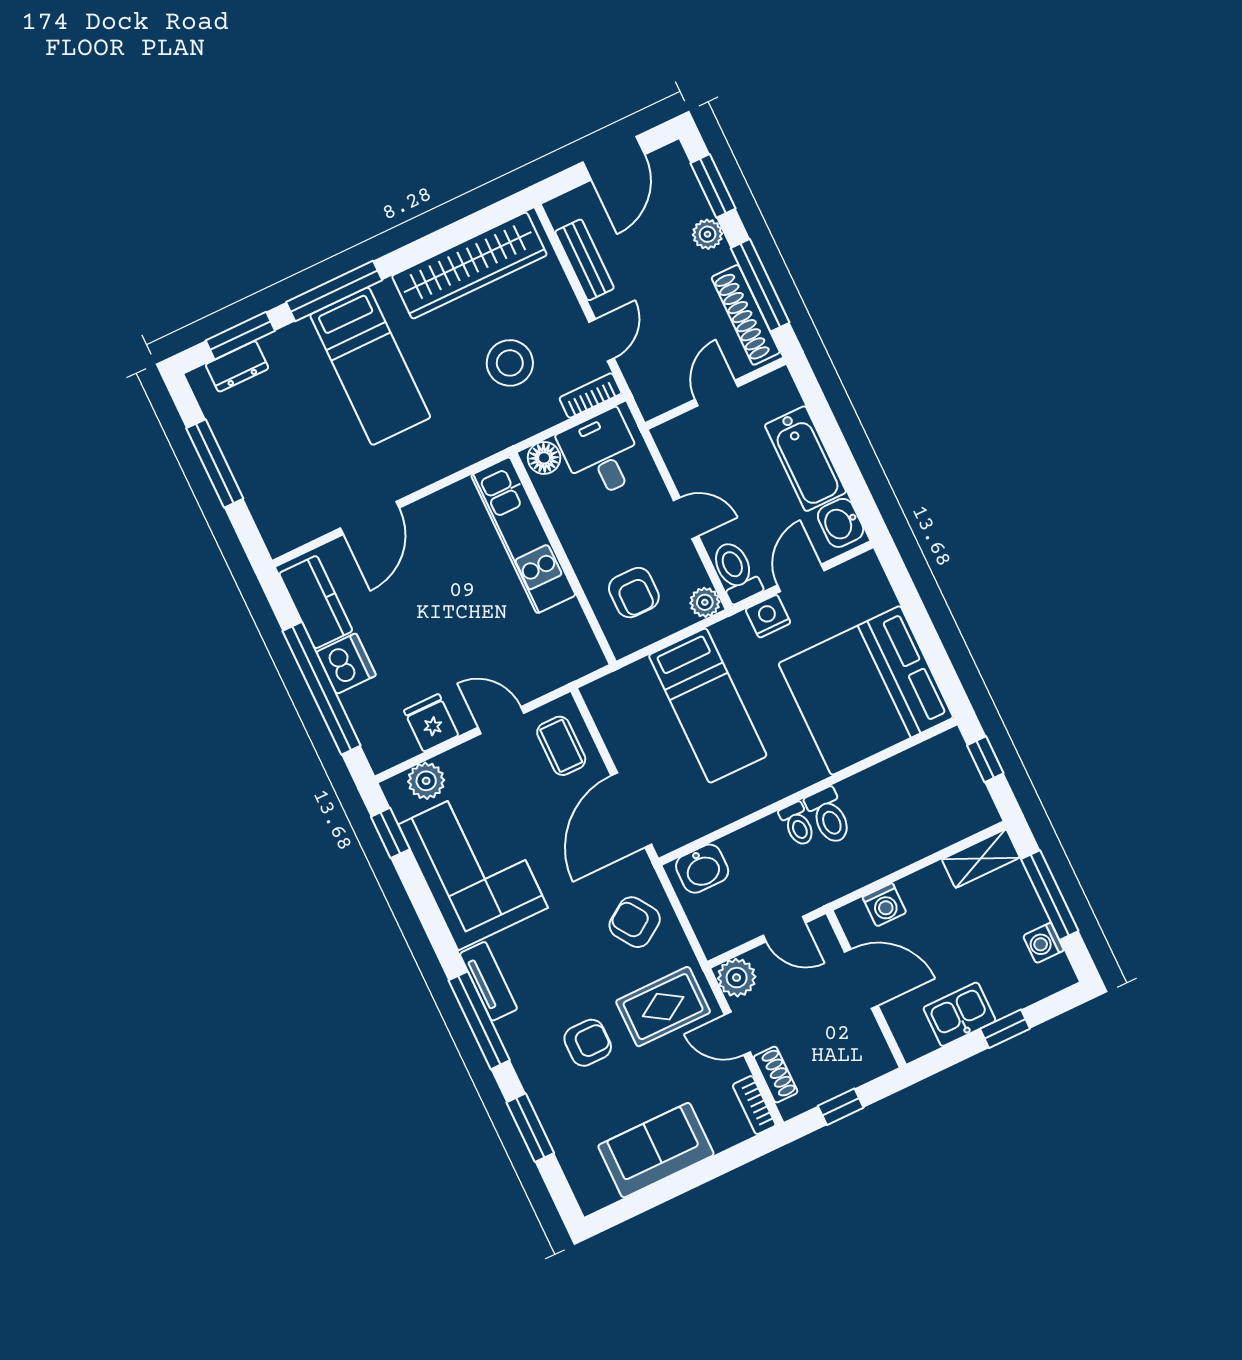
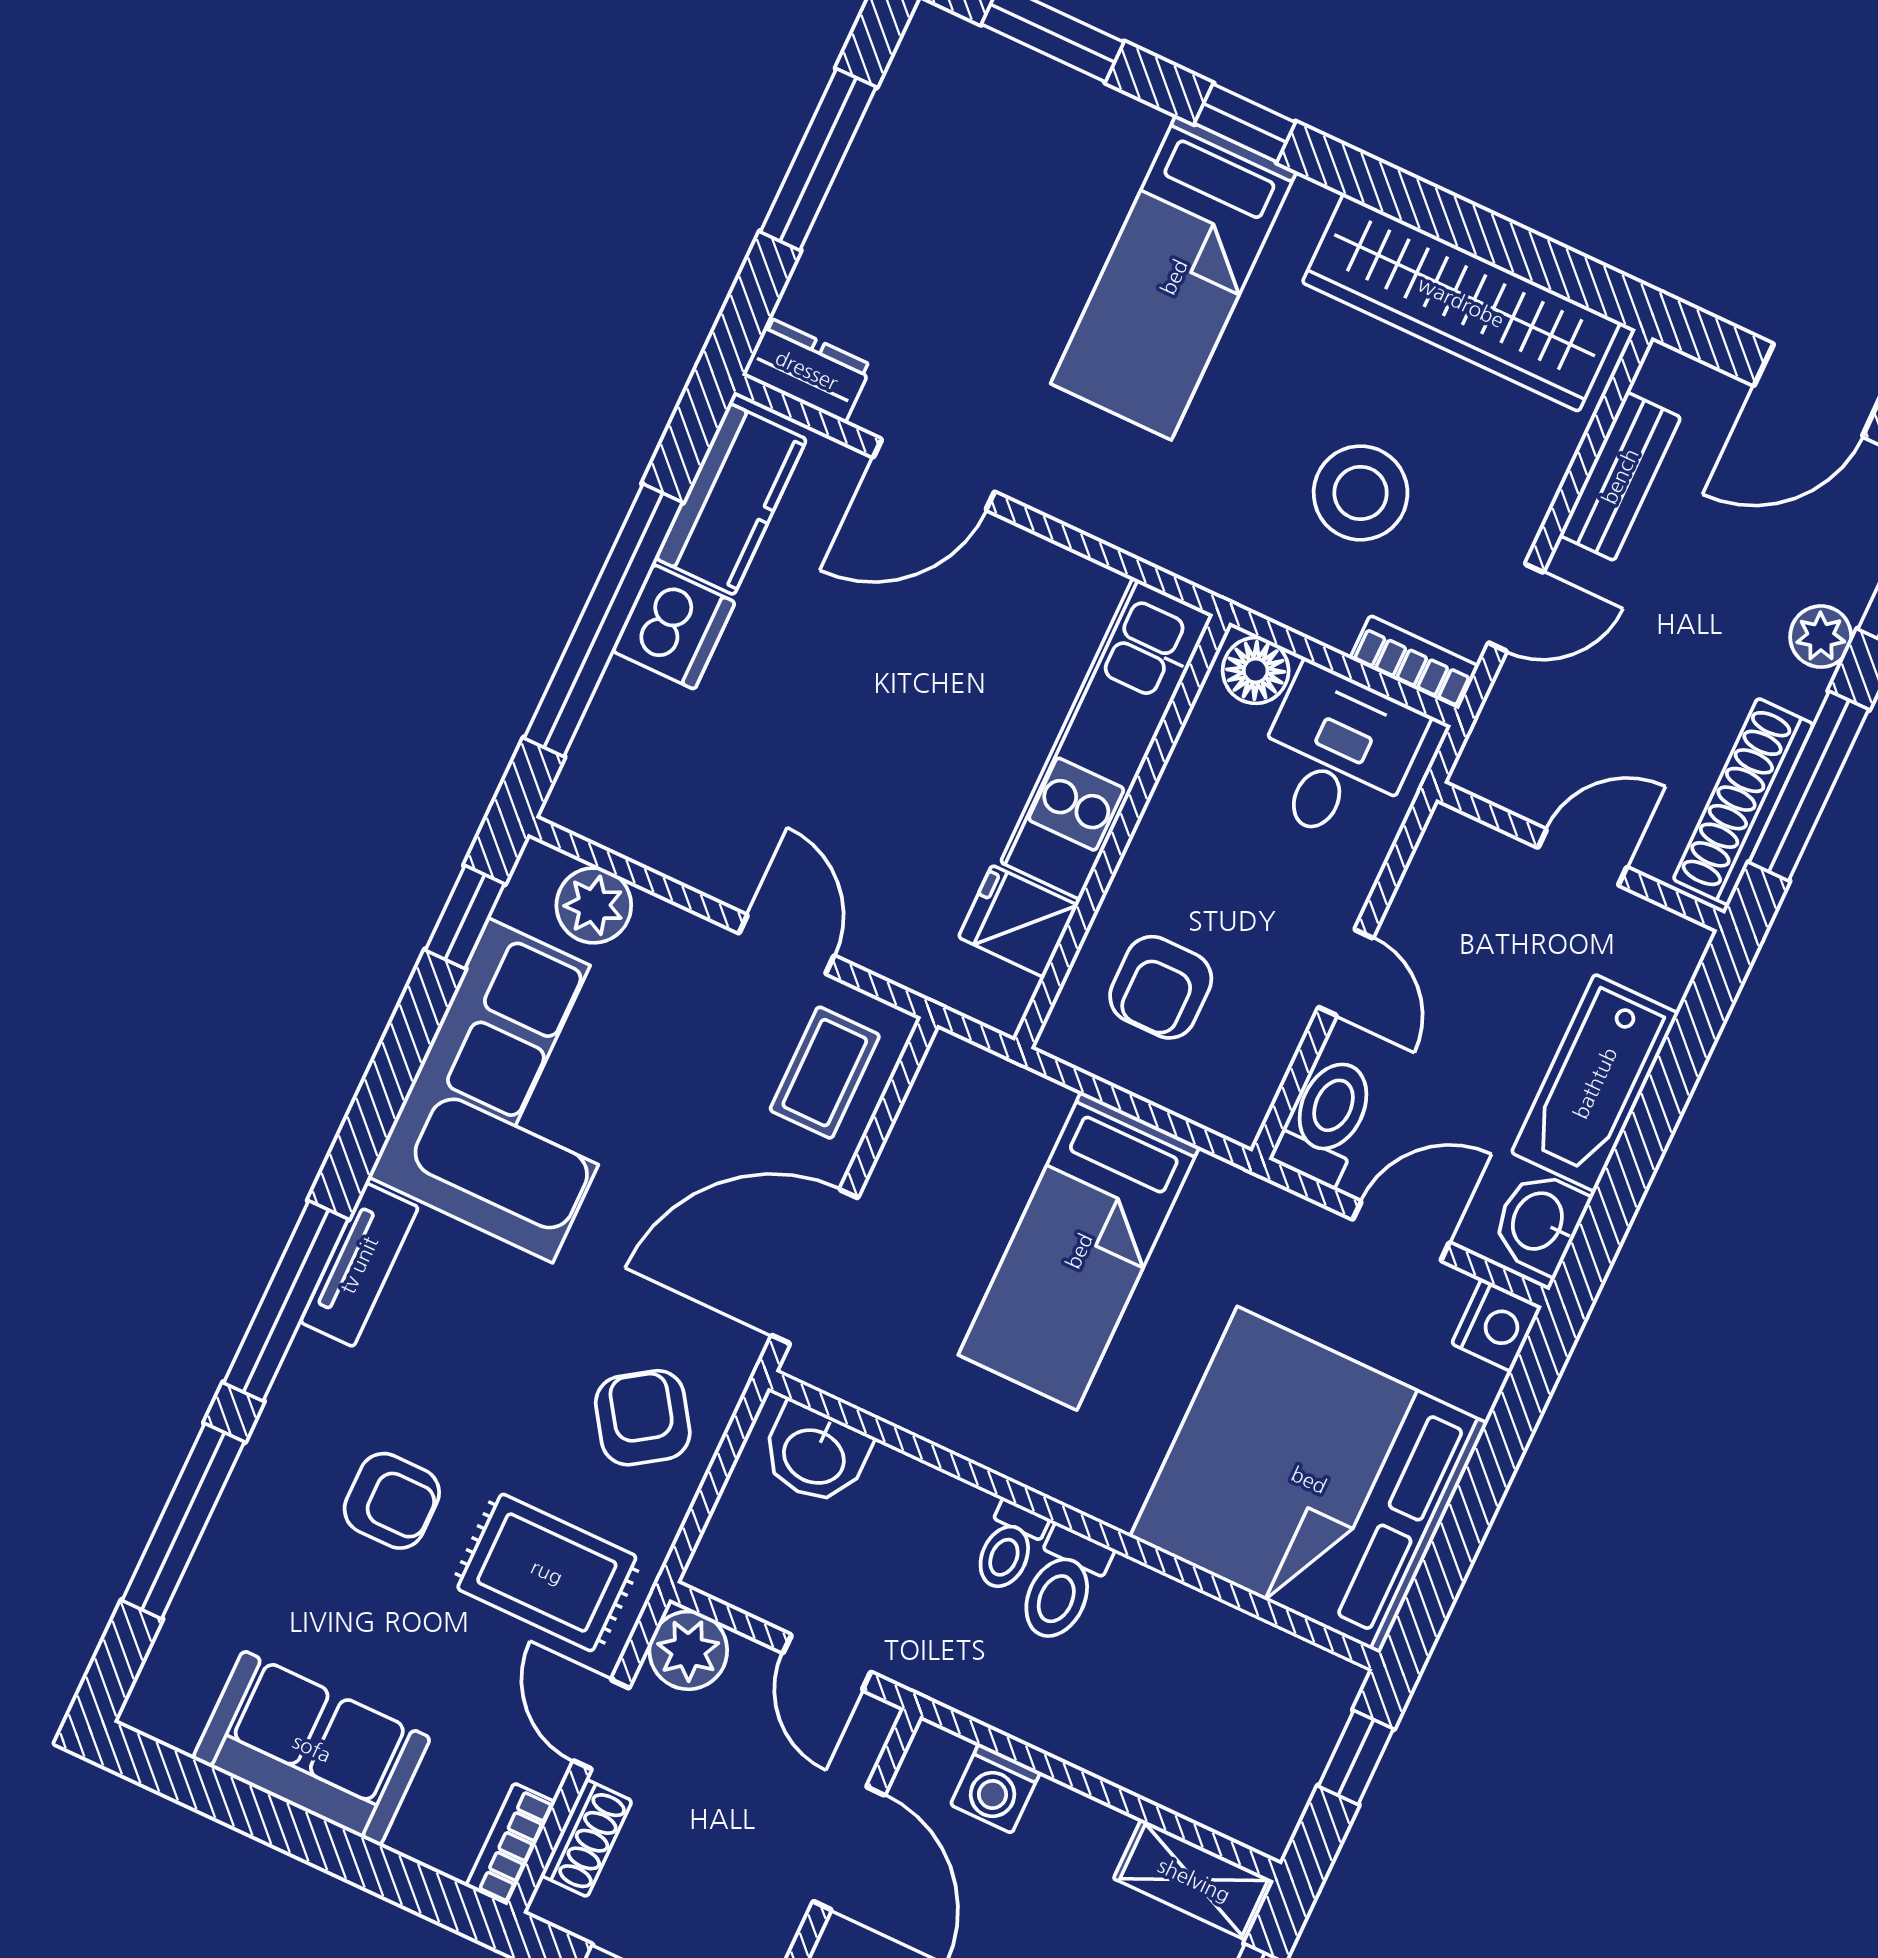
window: (334, 291) -> (1245, 123), width x0.46
dresser: (237, 366) -> (807, 370), moved, turned 180
plant: (705, 602) -> (1238, 1112), removed
nightstand: (768, 616) -> (1497, 1325), moved, turned 90
fridge: (431, 723) -> (1018, 921), moved, turned -90
window: (530, 1128) -> (183, 1521), width x1.44

